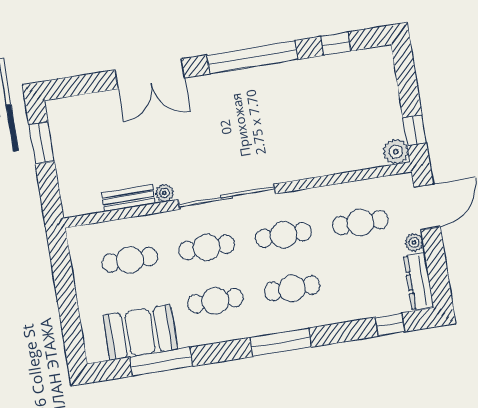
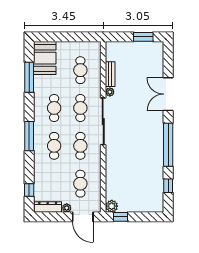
booth: (140, 332) -> (45, 58), moved

